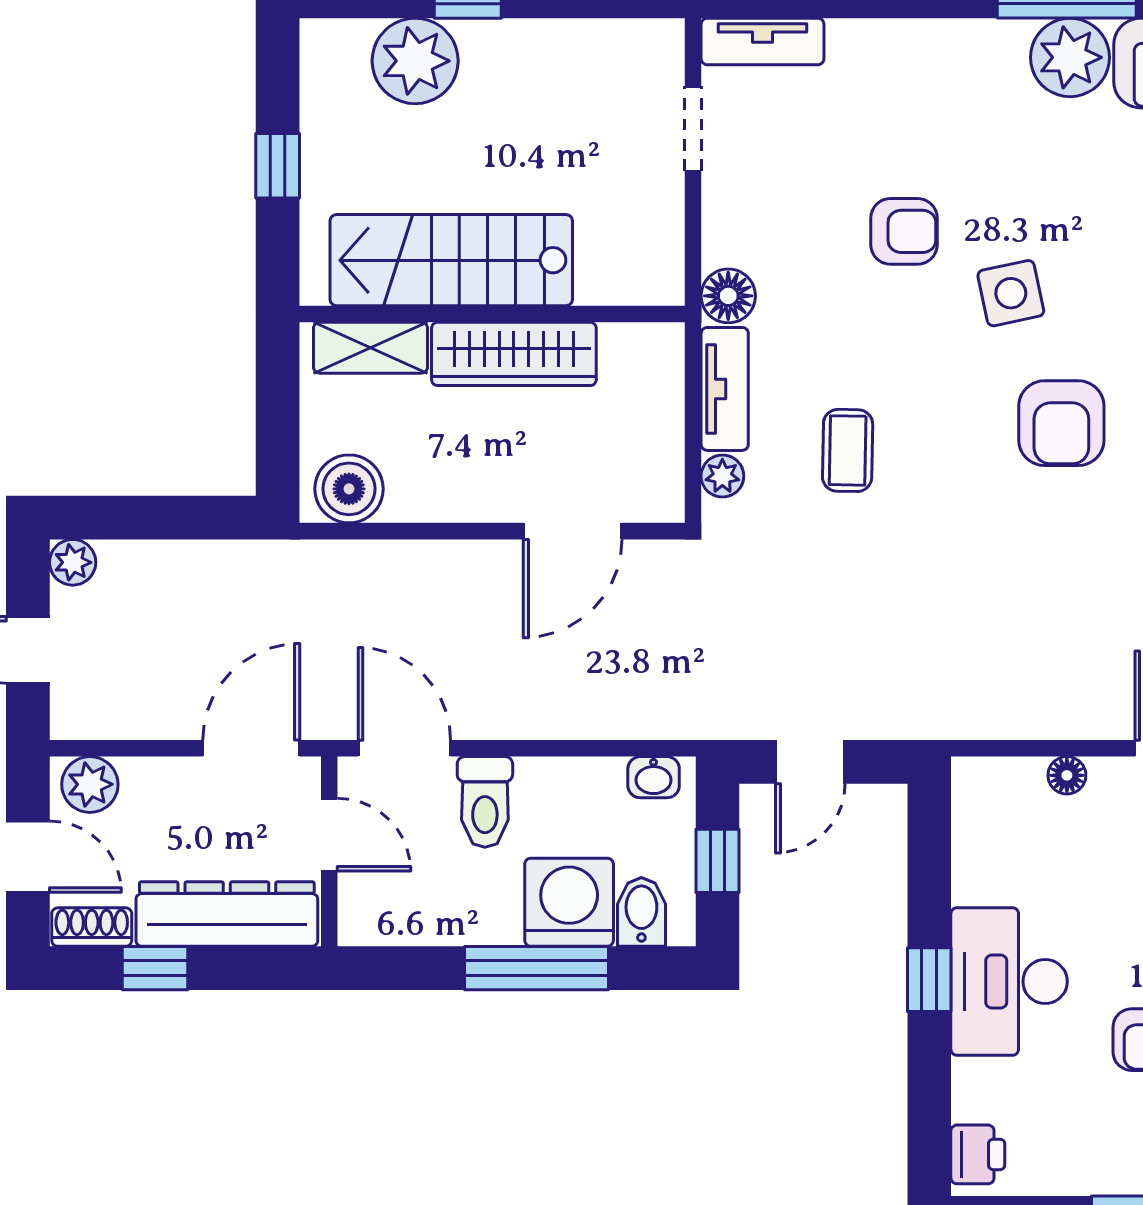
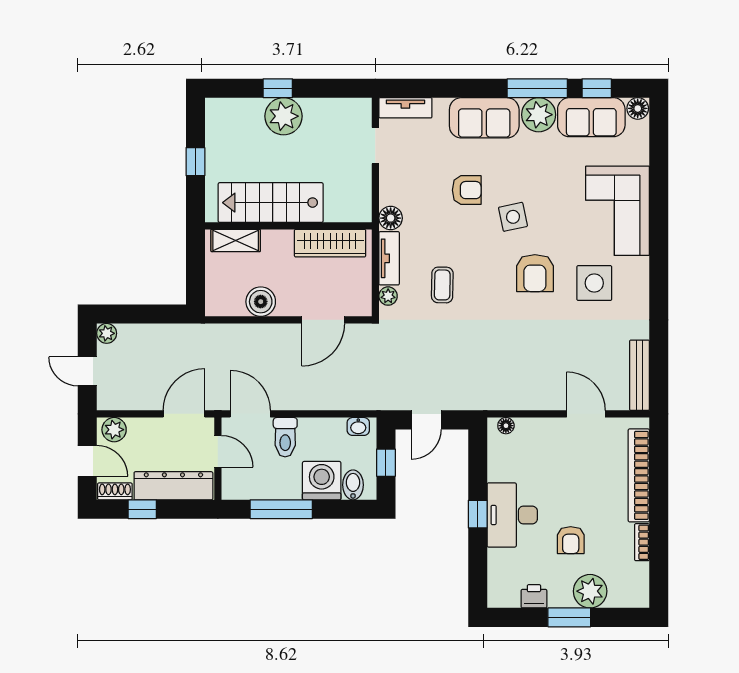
plant: (415, 61) -> (284, 116), moved
sofa: (944, 65) -> (484, 118), added
wardrobe: (514, 354) -> (330, 243), moved
boiler: (349, 489) -> (261, 302), moved
floor lamp: (1067, 775) -> (506, 426), moved
window: (537, 968) -> (281, 509), moved
printer: (978, 1154) -> (534, 596), moved, turned -90

